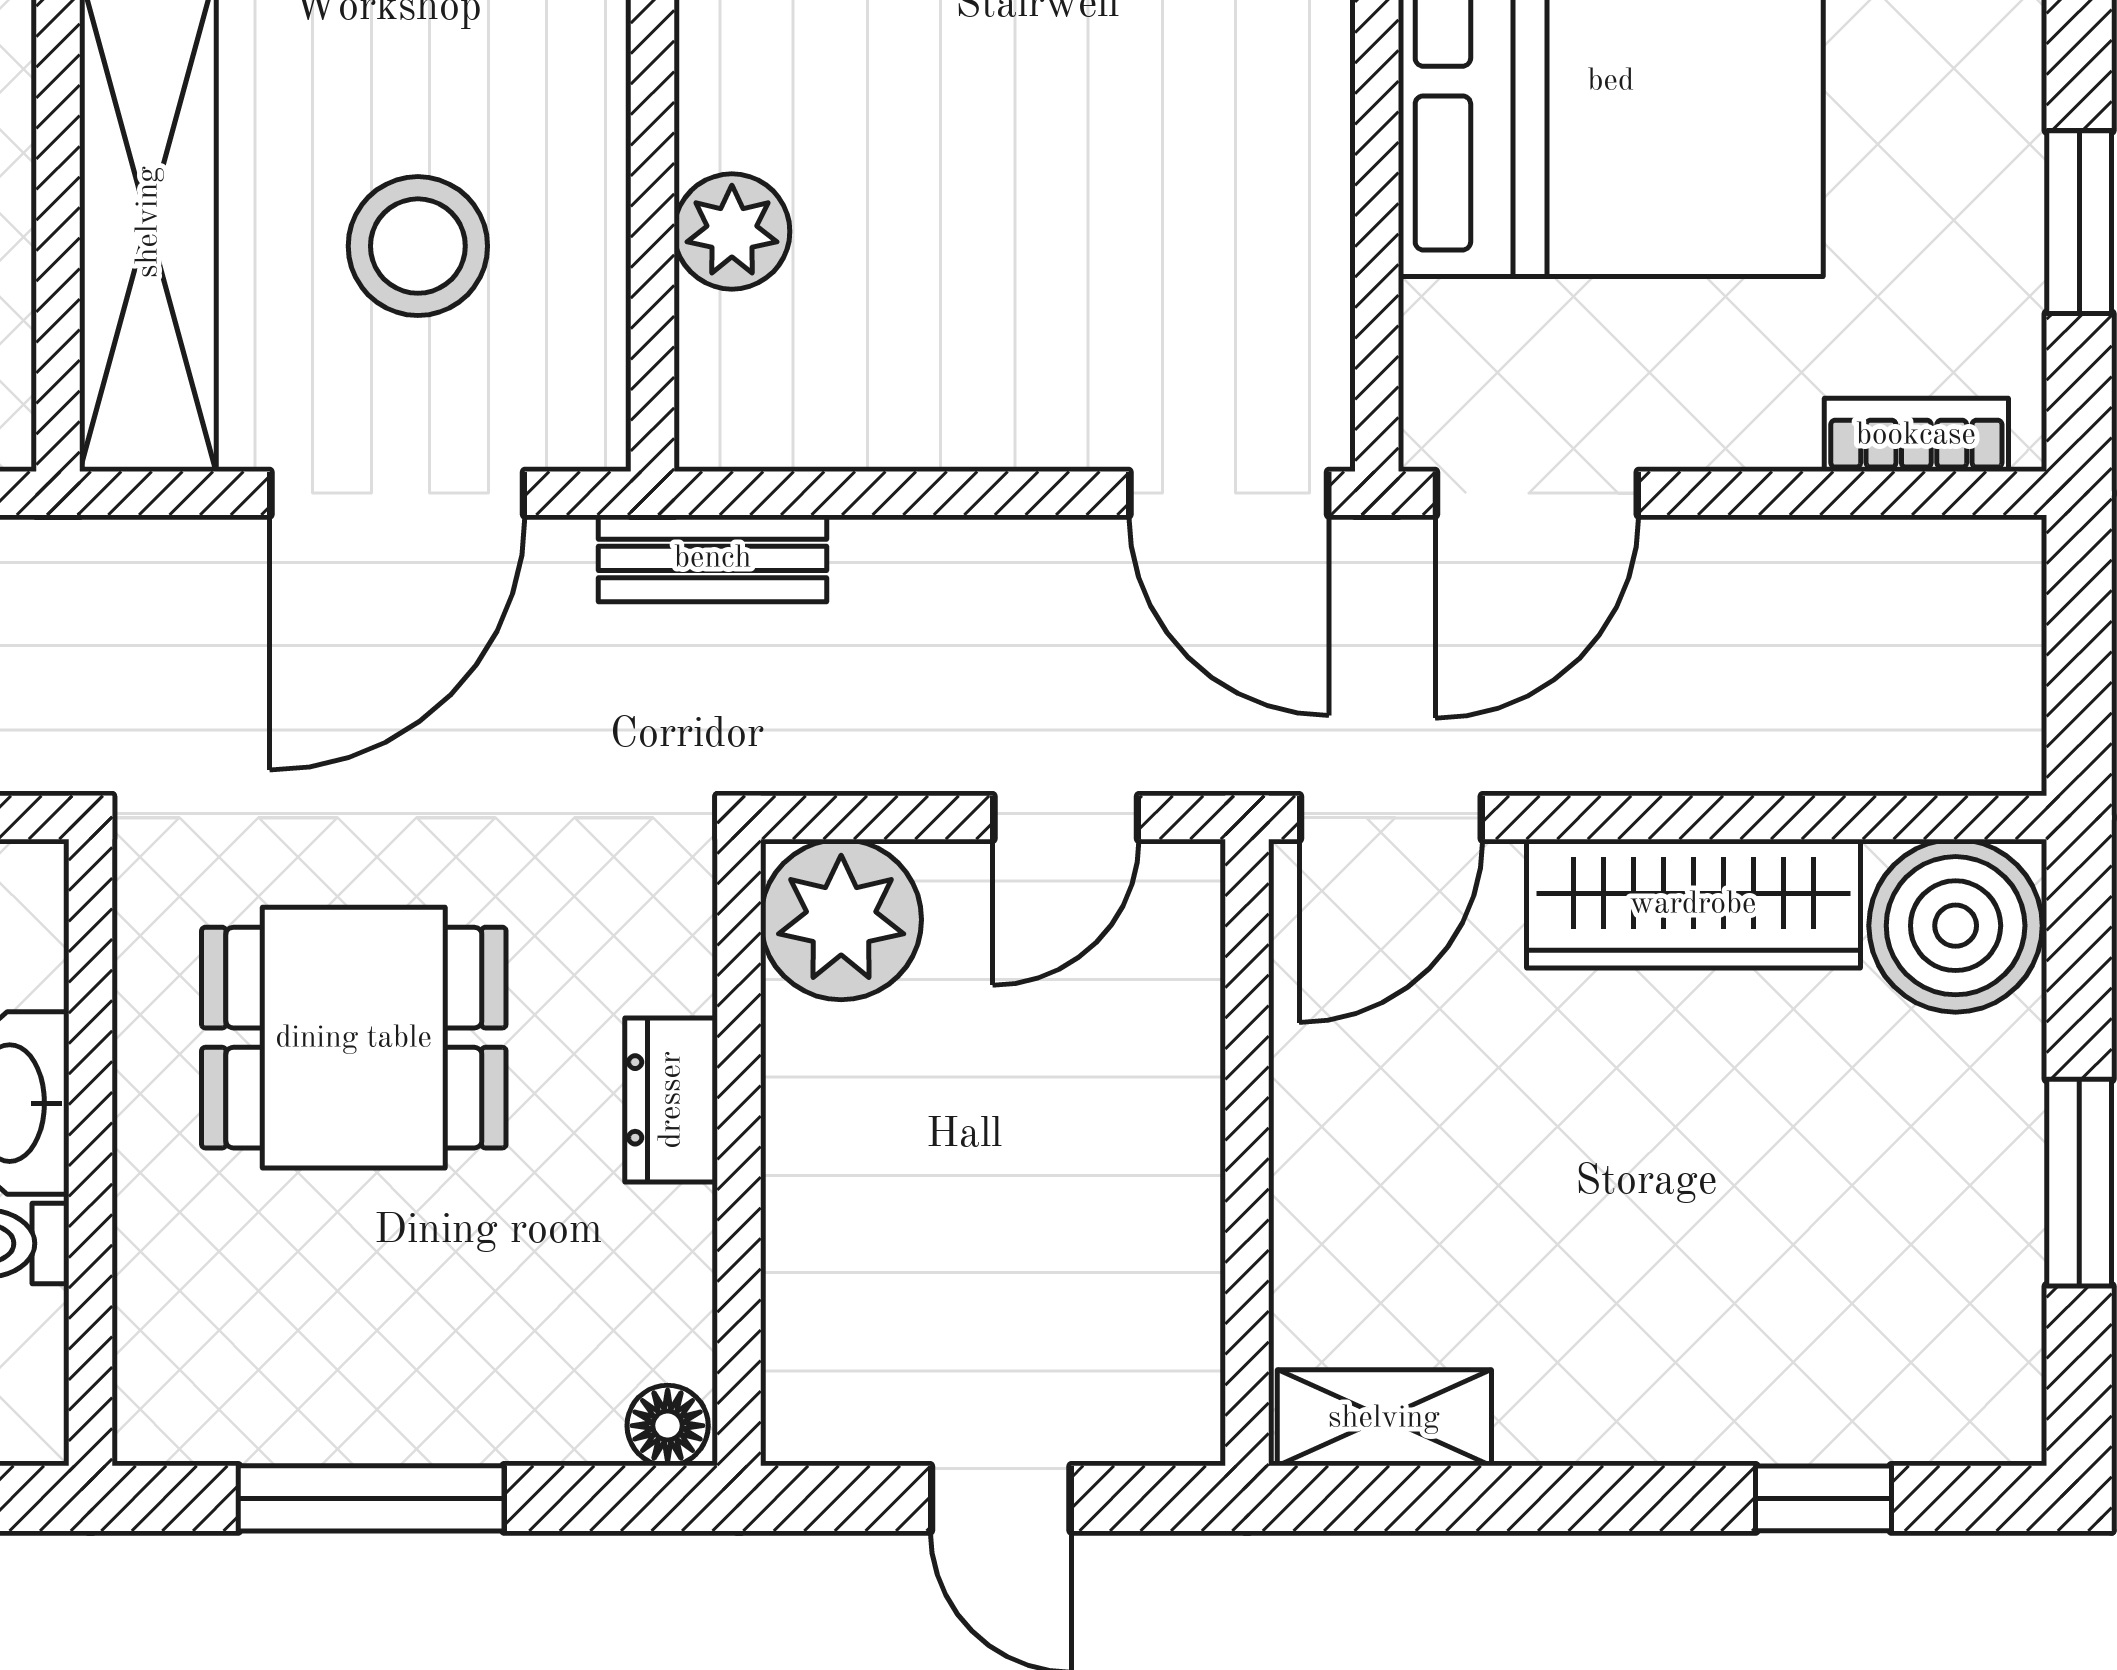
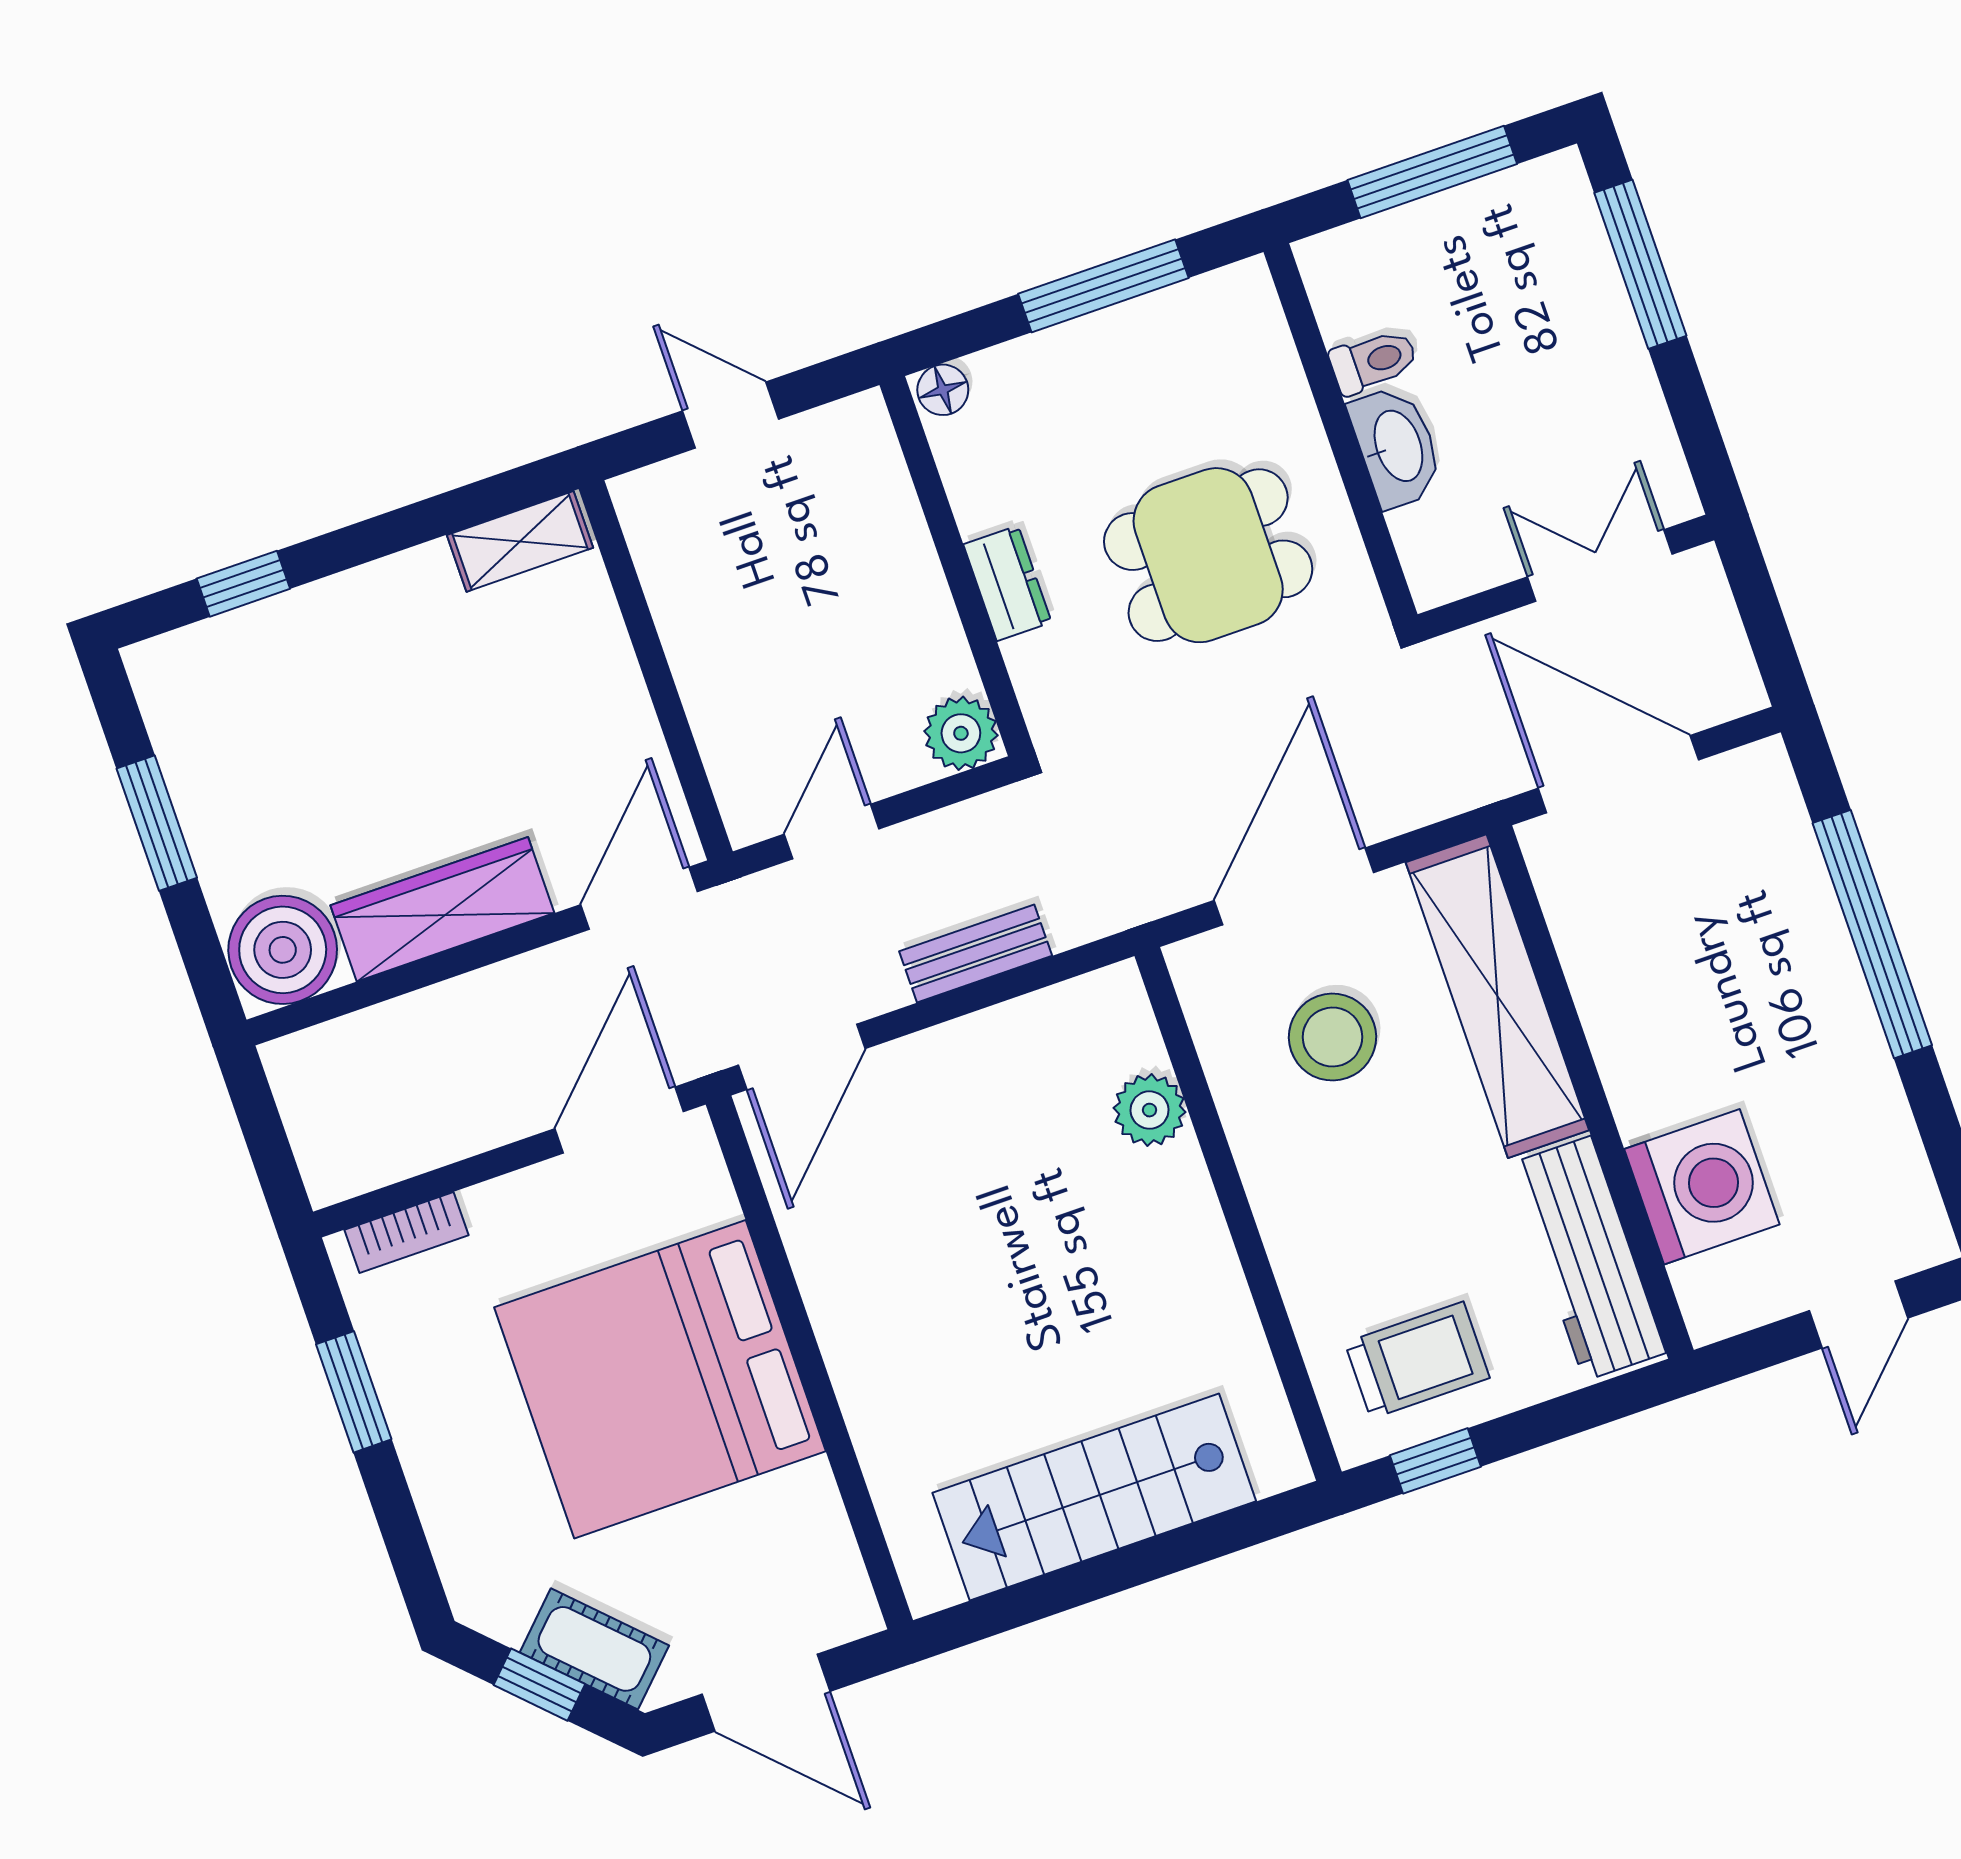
door: (1229, 493) -> (802, 1057), swing flipped
bench: (713, 558) -> (976, 953), moved
plant: (841, 920) -> (961, 733), width x0.73, depth x0.73

